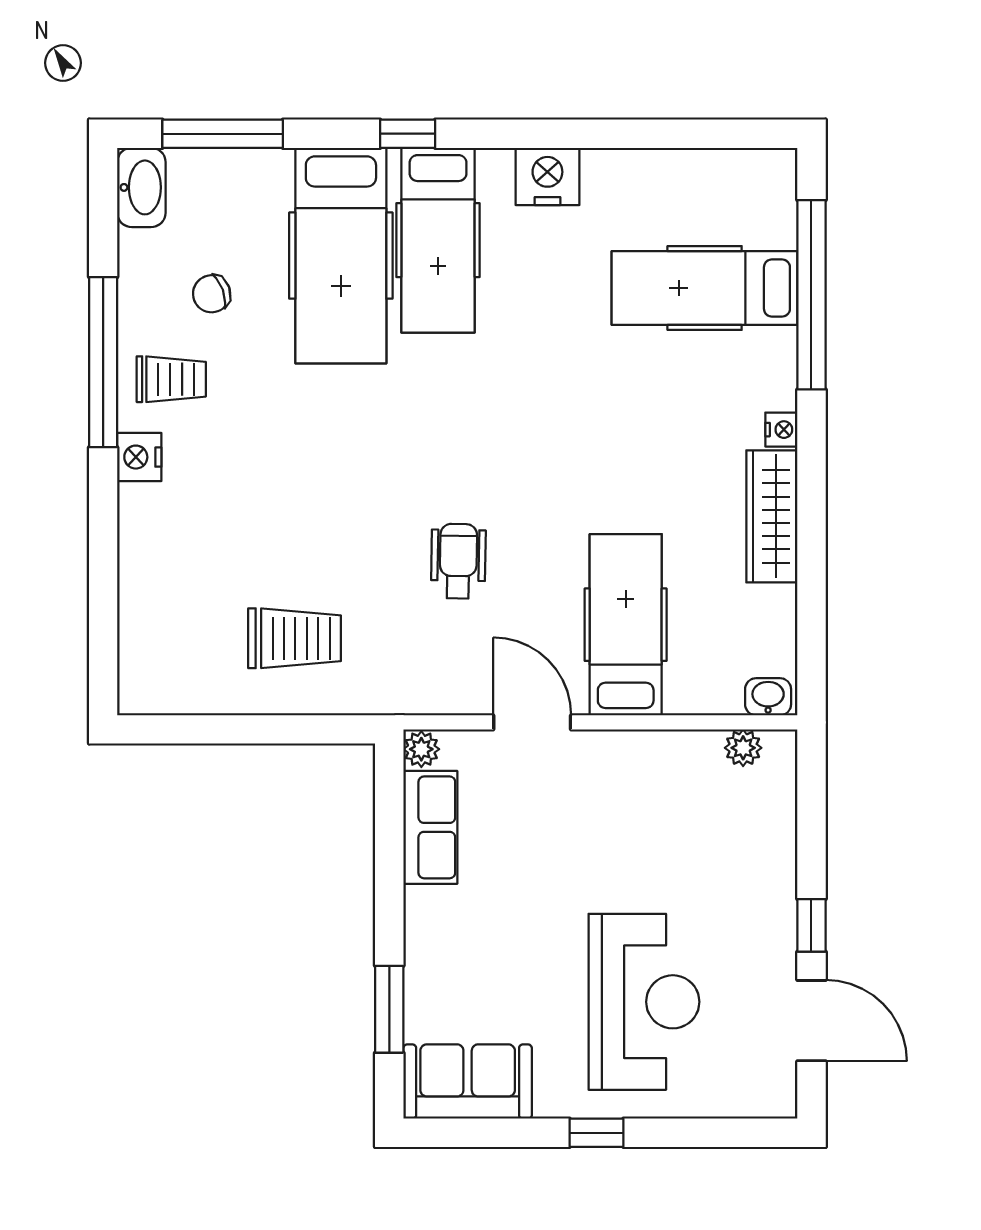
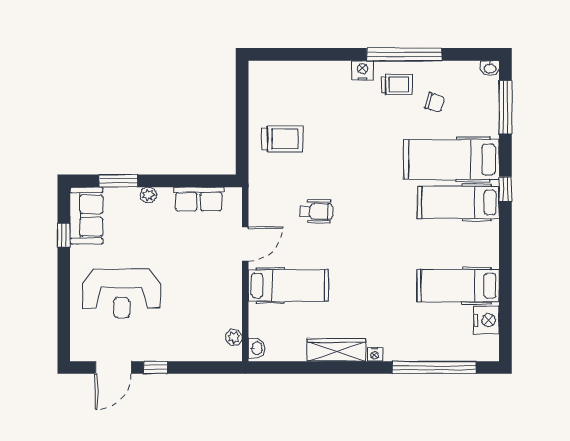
nightstand: (547, 176) -> (486, 320), moved
washbasin: (141, 187) -> (490, 68), width x0.52, depth x0.69
hospital bed: (705, 288) -> (458, 286), moved, turned -90
chair: (212, 294) -> (435, 102), turned 127
trolley: (171, 379) -> (397, 85), turned -90
trolley: (295, 638) -> (282, 139), turned -90
plant: (421, 749) -> (148, 195), moved
window: (597, 1133) -> (64, 235), moved

